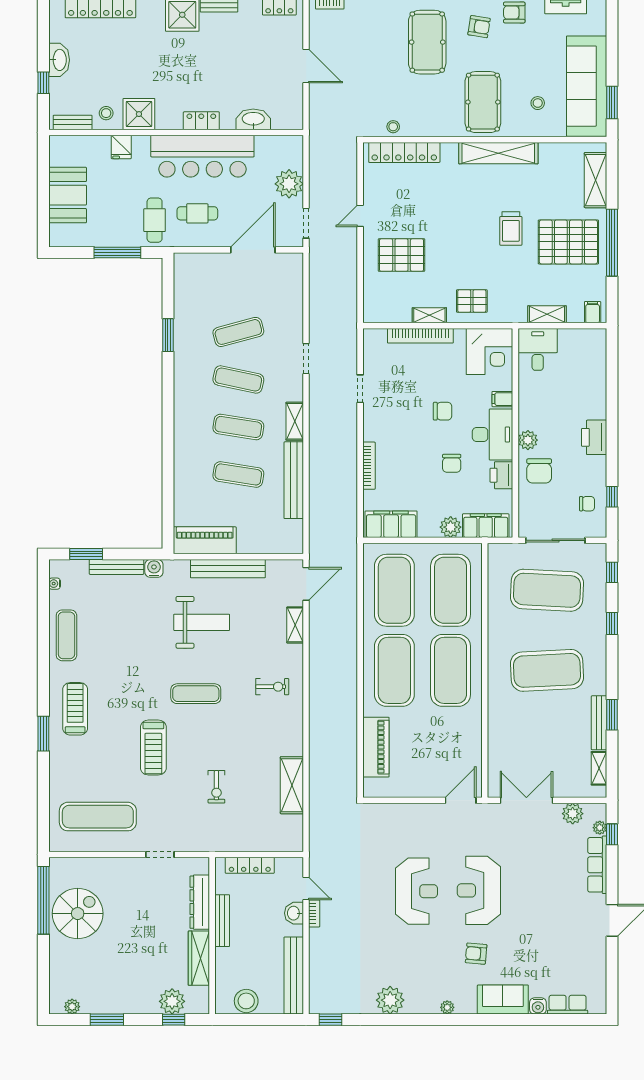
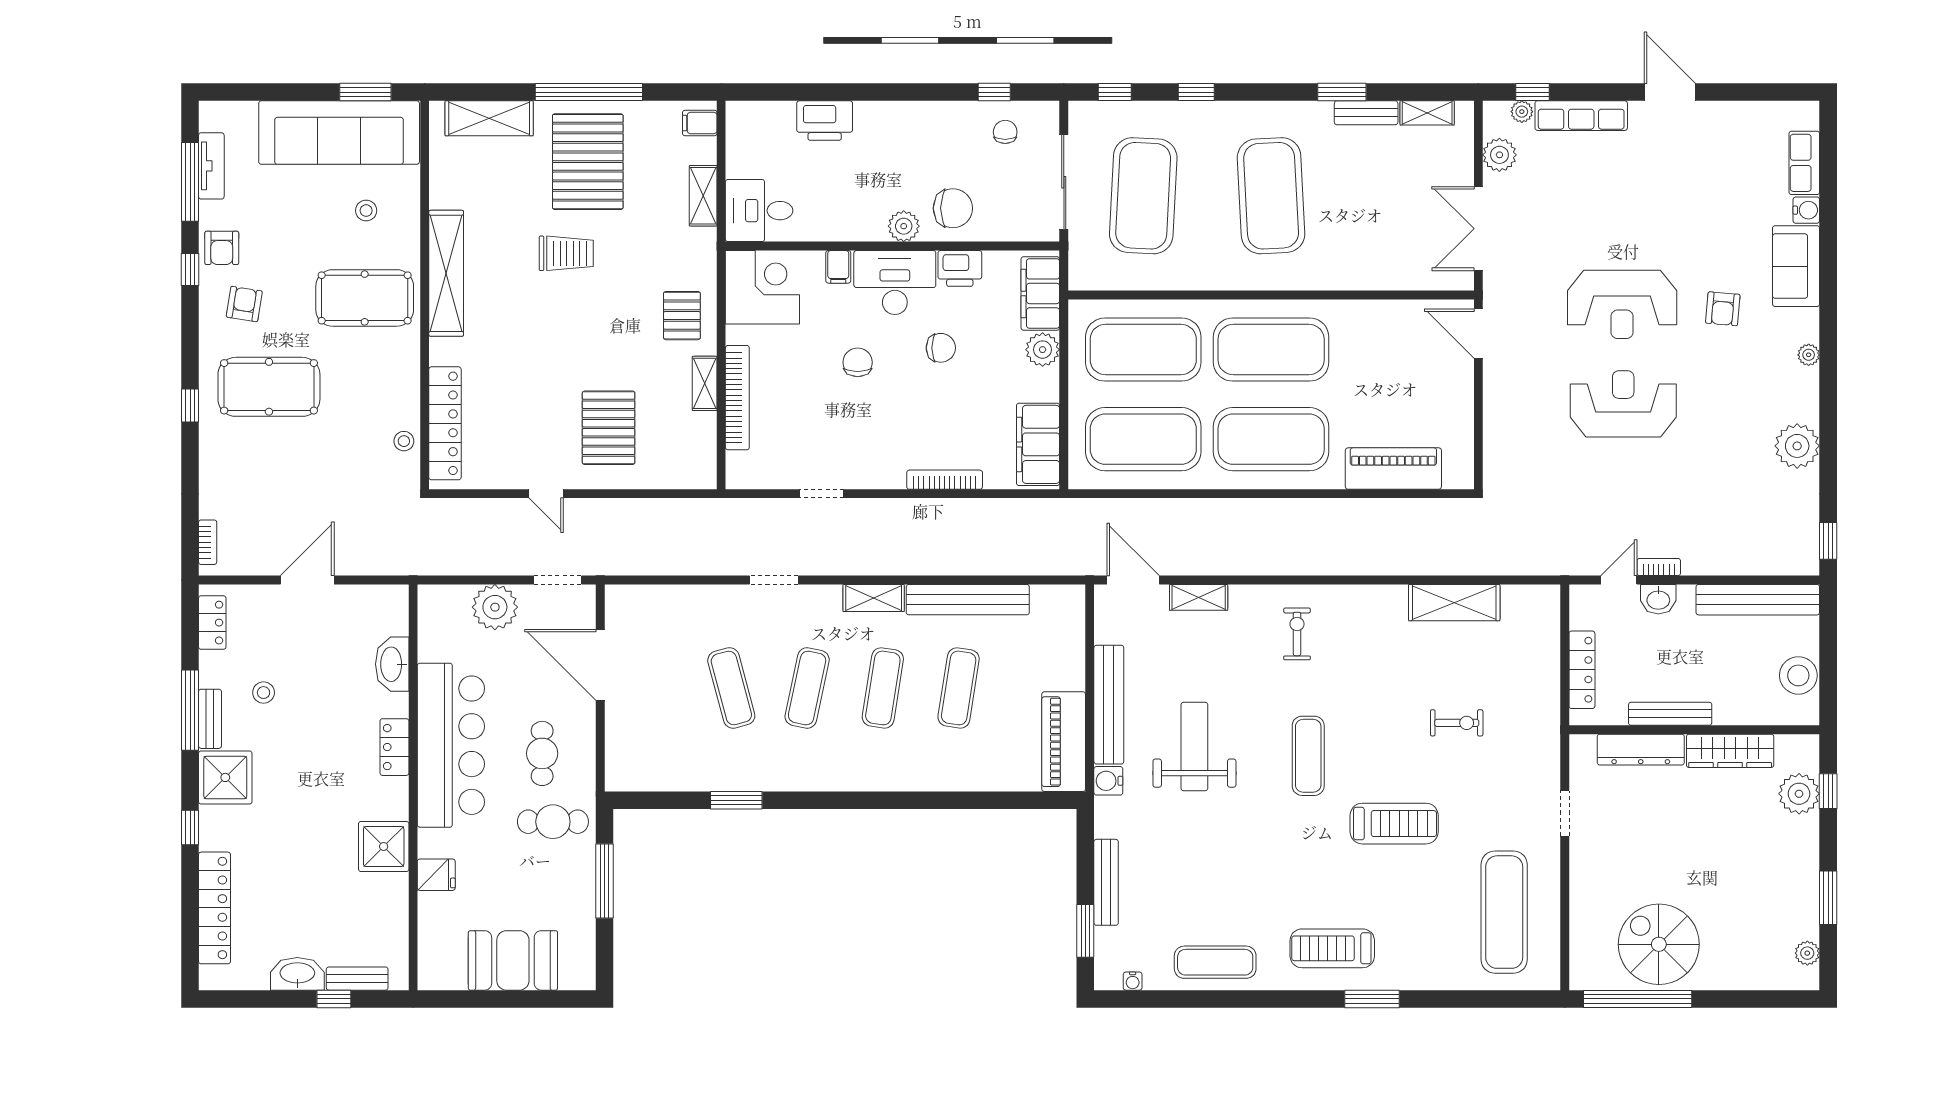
stool: (106, 113) -> (264, 693), moved
bench: (73, 122) -> (357, 979), moved, turned 90
printer: (594, 437) -> (825, 121), moved
water cooler: (154, 568) -> (1108, 781), moved
bench: (599, 723) -> (1366, 113), width x0.73

